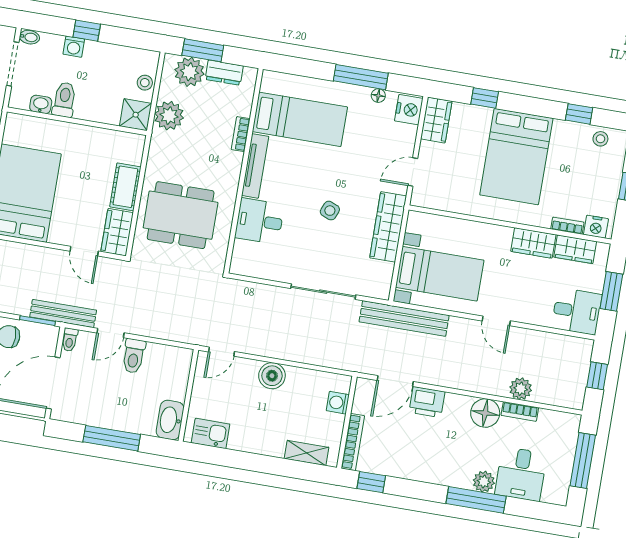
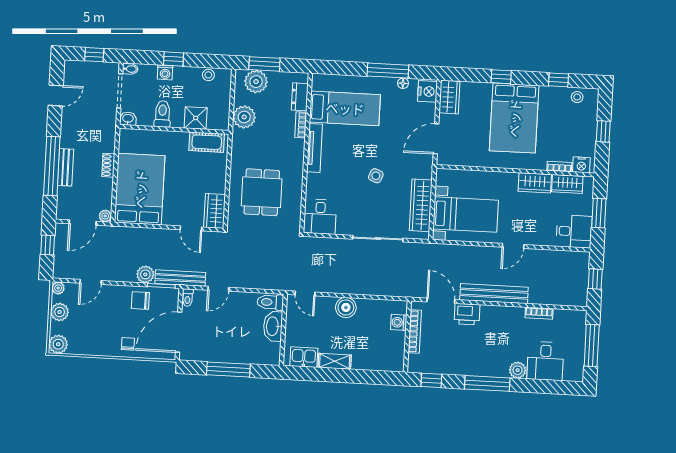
dresser: (224, 73) -> (300, 97), moved, turned 90
stool: (145, 83) -> (208, 75), moved
window: (485, 98) -> (501, 77), moved
washbasin: (41, 104) -> (128, 119), moved
shower: (136, 115) -> (196, 118), moved
door: (413, 172) -> (436, 139), width x1.38
cot: (125, 187) -> (207, 142), moved, turned 90
dining table: (181, 215) -> (262, 192), width x0.73
desk: (259, 221) -> (320, 217), moved, turned -90
wardrobe: (388, 227) -> (421, 205), moved
bench: (404, 319) -> (494, 294), moved
door: (496, 321) -> (513, 246), hinge flipped
door: (221, 352) -> (305, 293), hinge flipped
toilet: (134, 356) -> (270, 302), moved, turned 90
door: (395, 381) -> (441, 301), swing flipped
plant: (521, 389) -> (145, 274), moved
floor lamp: (485, 413) -> (513, 317), removed
washbasin: (170, 420) -> (273, 326), moved
bookcase: (353, 442) -> (415, 331), moved
shelving: (306, 453) -> (335, 361), moved
window: (476, 500) -> (487, 383), moved

